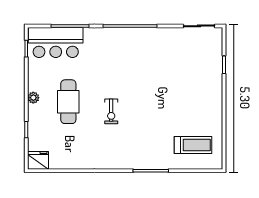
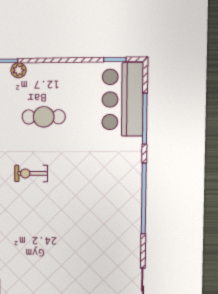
plant: (33, 98) -> (19, 70), moved
cafe table: (68, 102) -> (44, 117), width x0.73, depth x0.74

